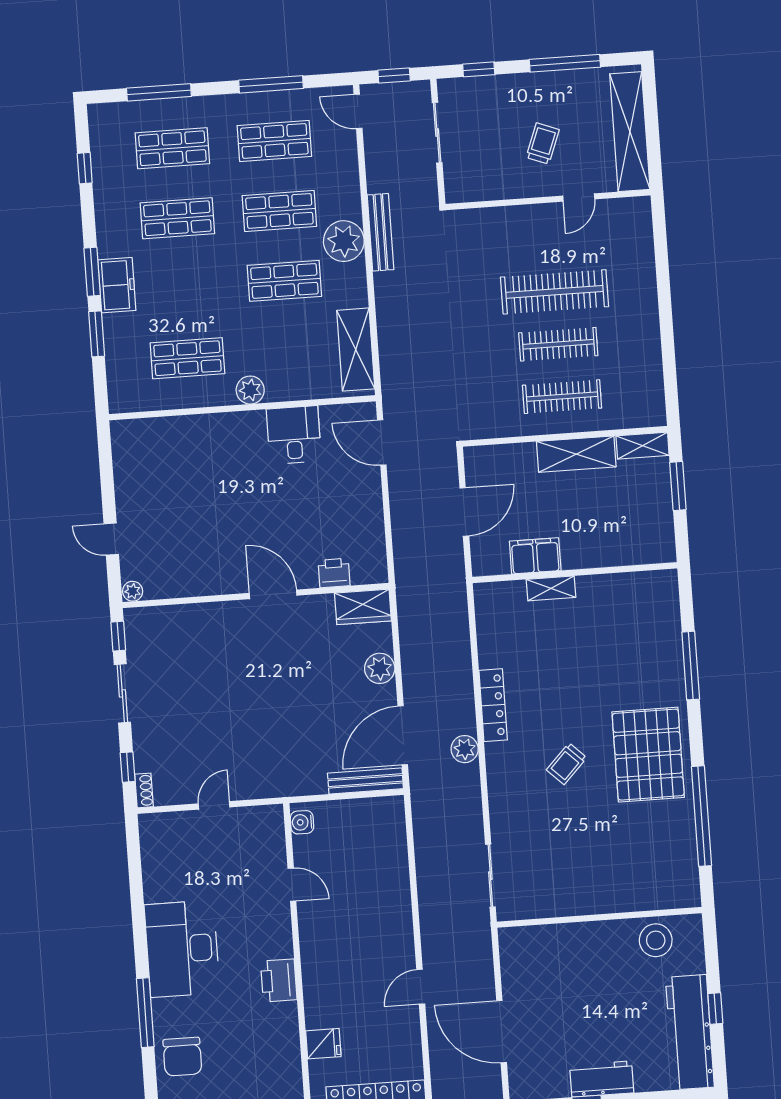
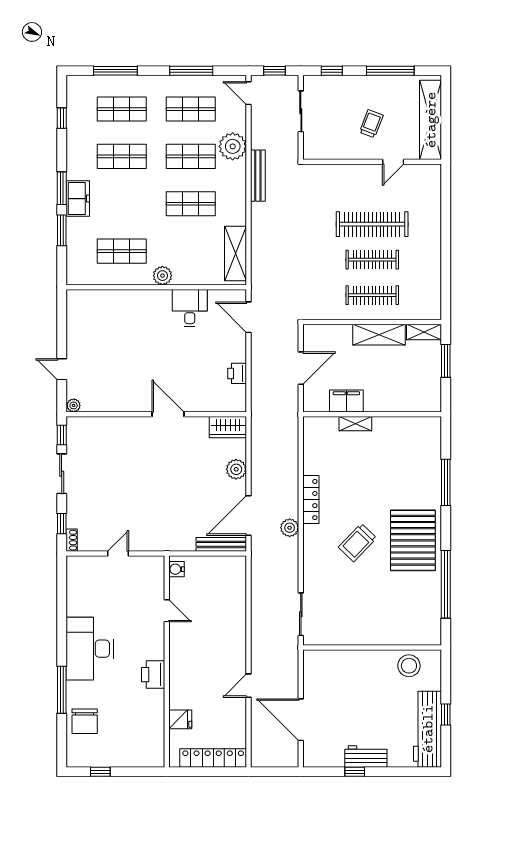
plant: (344, 241) -> (233, 146), moved
printer: (334, 573) -> (237, 373), moved, turned -90
trolley: (567, 764) -> (358, 543), width x1.36, depth x1.39

